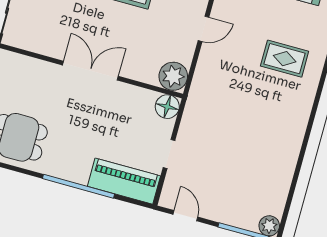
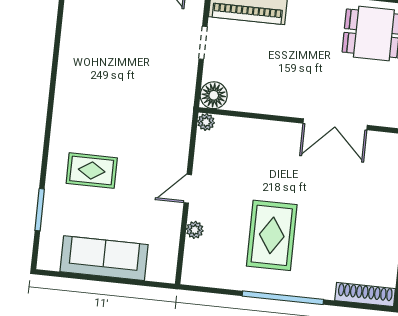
double door: (90, 71) -> (335, 124), moved
plant: (173, 76) -> (206, 122), width x0.53, depth x0.53

